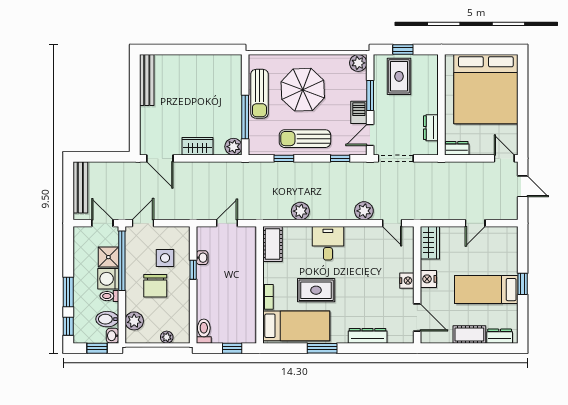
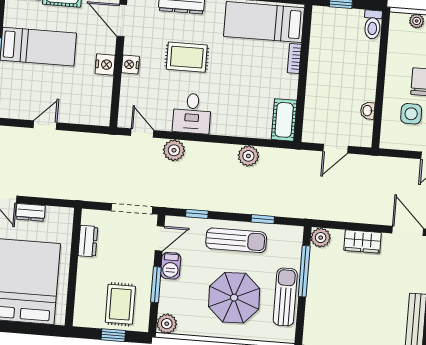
dresser: (457, 148) -> (30, 212), moved
desk: (328, 243) -> (192, 113), moved
wardrobe: (430, 243) -> (100, 107), removed
window: (193, 270) -> (379, 97), removed
rug: (316, 290) -> (187, 57), moved

